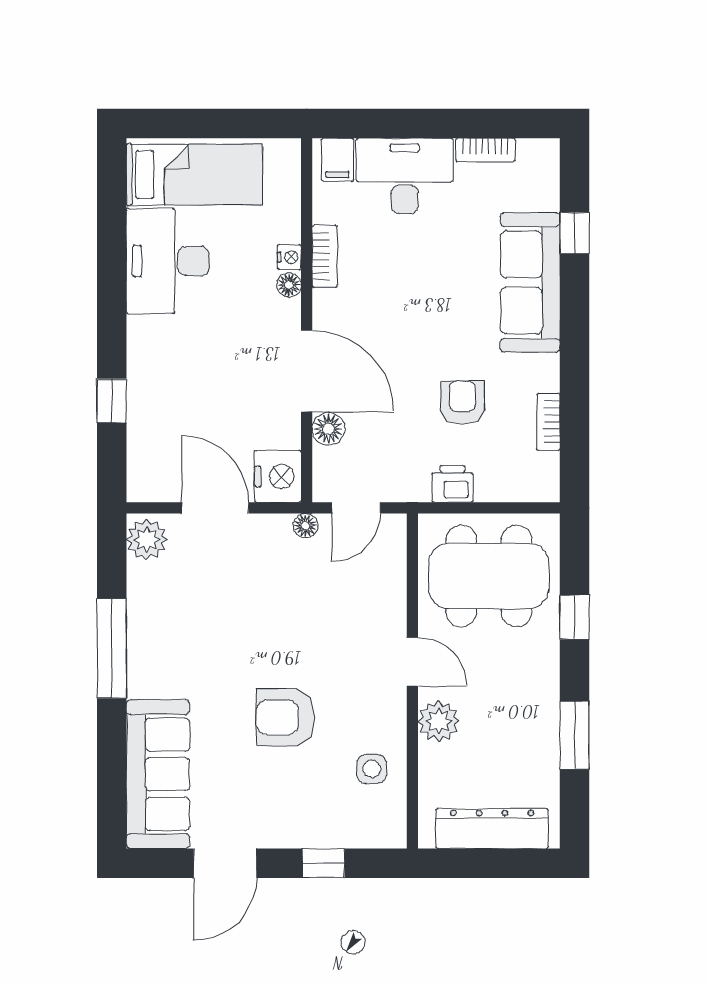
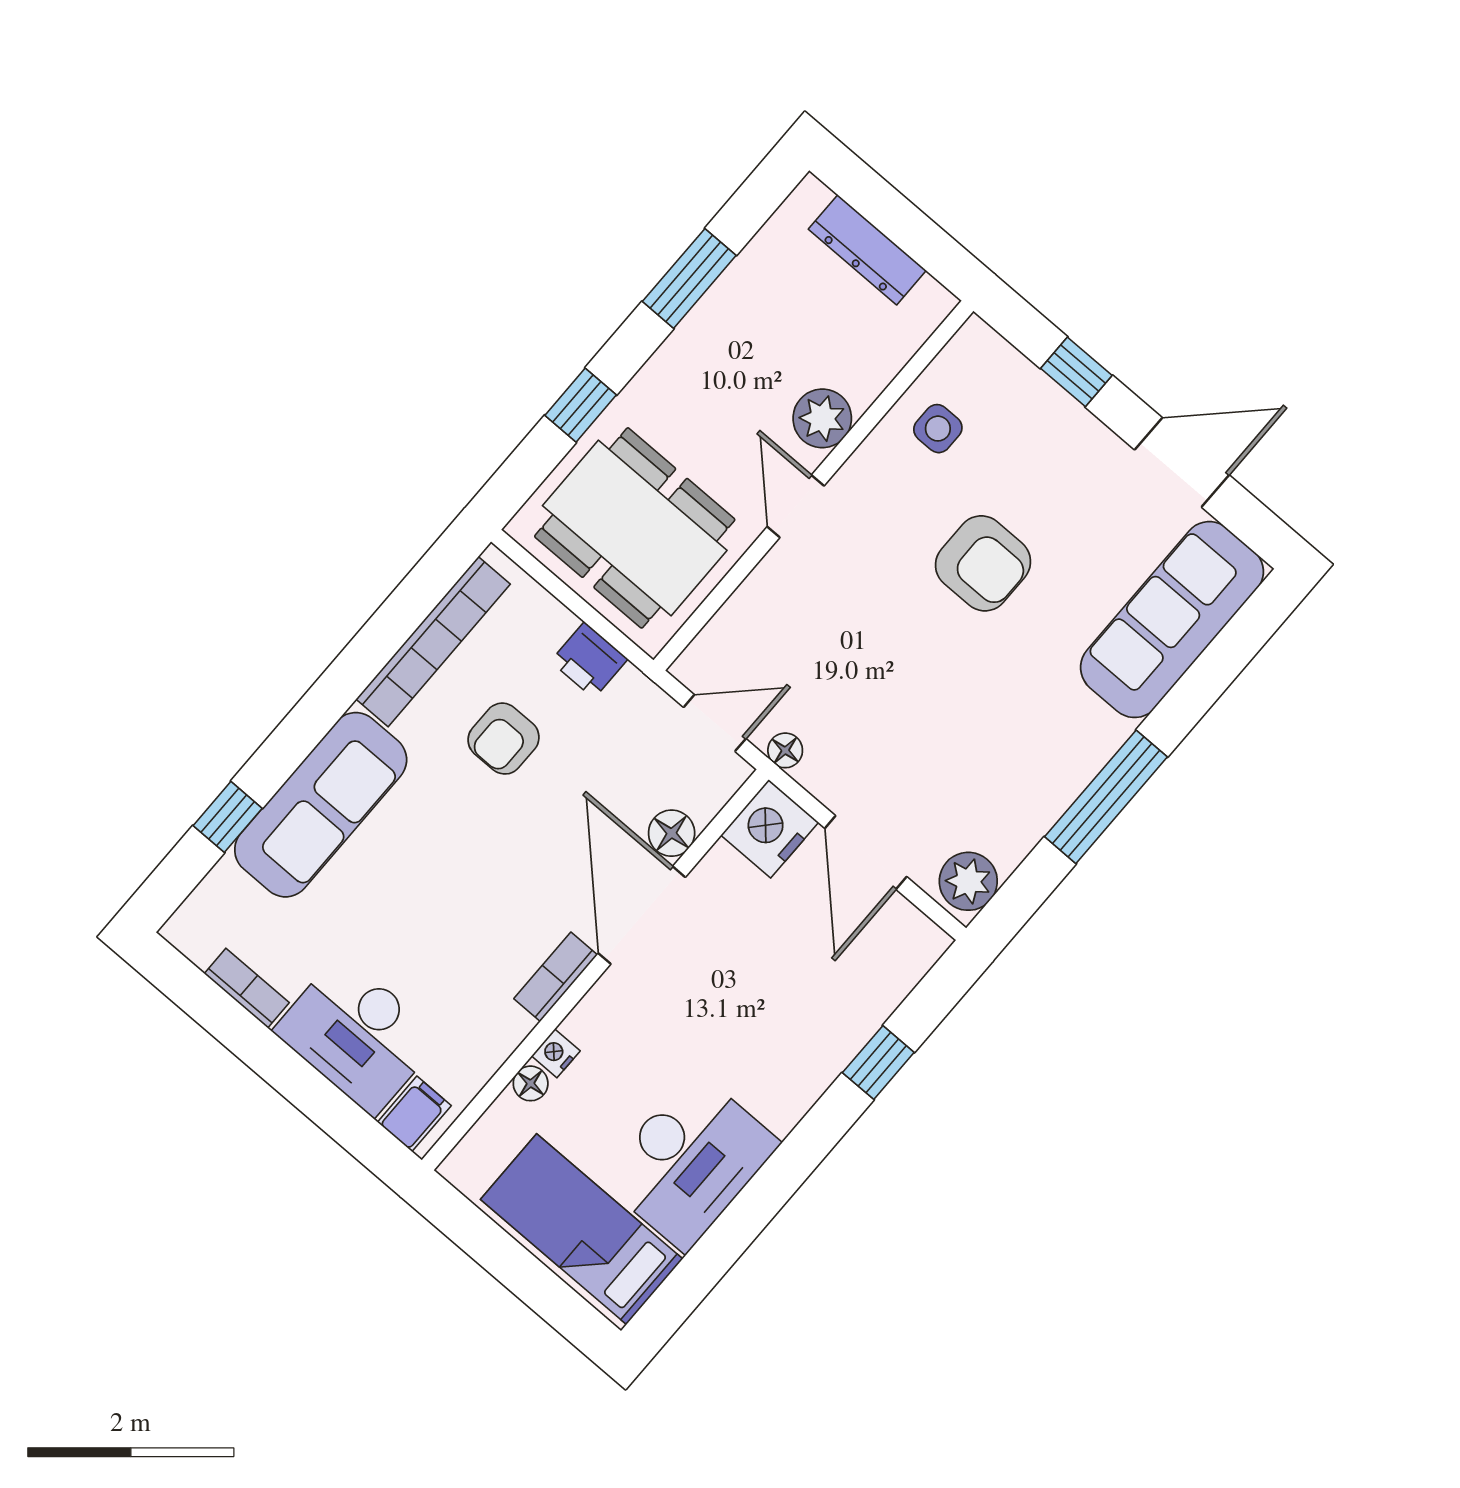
bookcase: (325, 256) -> (556, 977), moved
floor lamp: (289, 285) -> (531, 1083), moved
bookcase: (548, 422) -> (433, 642), width x2.31, depth x1.31
dresser: (492, 829) -> (867, 250), width x0.73, depth x0.80

